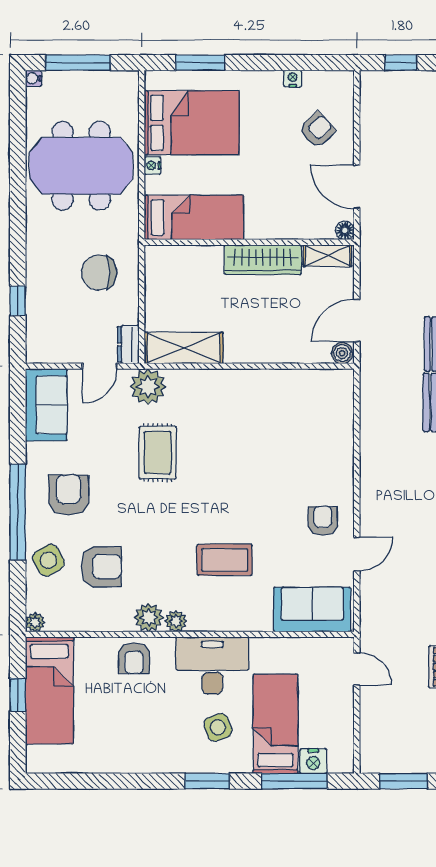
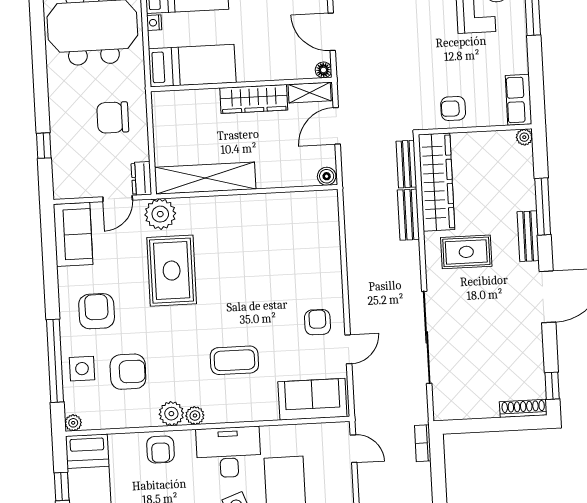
door: (357, 320) -> (337, 126), moved
shelving: (184, 348) -> (205, 178), width x1.47
rug: (158, 453) -> (172, 271), width x1.36, depth x1.43
window: (18, 512) -> (55, 361), moved
side table: (48, 560) -> (82, 369), turned 30

